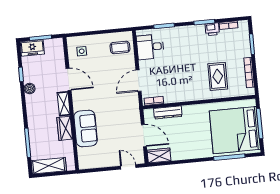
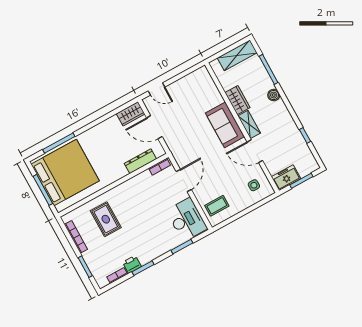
desk: (150, 47) -> (187, 220), width x1.37
freezer: (32, 48) -> (286, 178), moved
boiler: (30, 89) -> (274, 95), moved
sofa: (86, 129) -> (225, 125), moved

